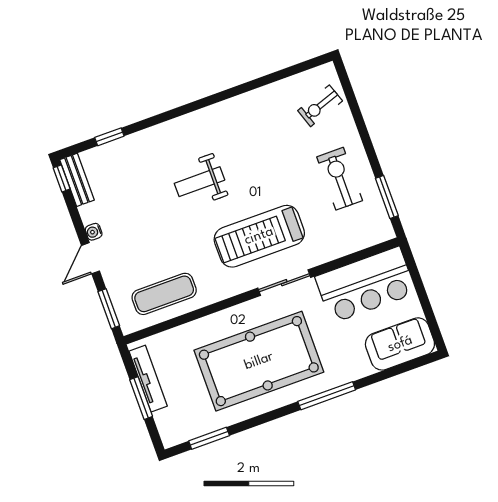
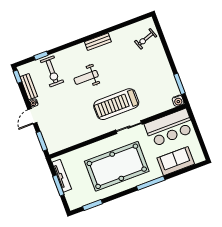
bench: (224, 110) -> (98, 42), added
exercise bike: (340, 179) -> (52, 71), moved, turned 180
bench: (77, 180) -> (29, 87), moved
water cooler: (384, 231) -> (178, 101), added
exercise mat: (164, 294) -> (69, 133), removed
sofa: (400, 344) -> (176, 161), moved

